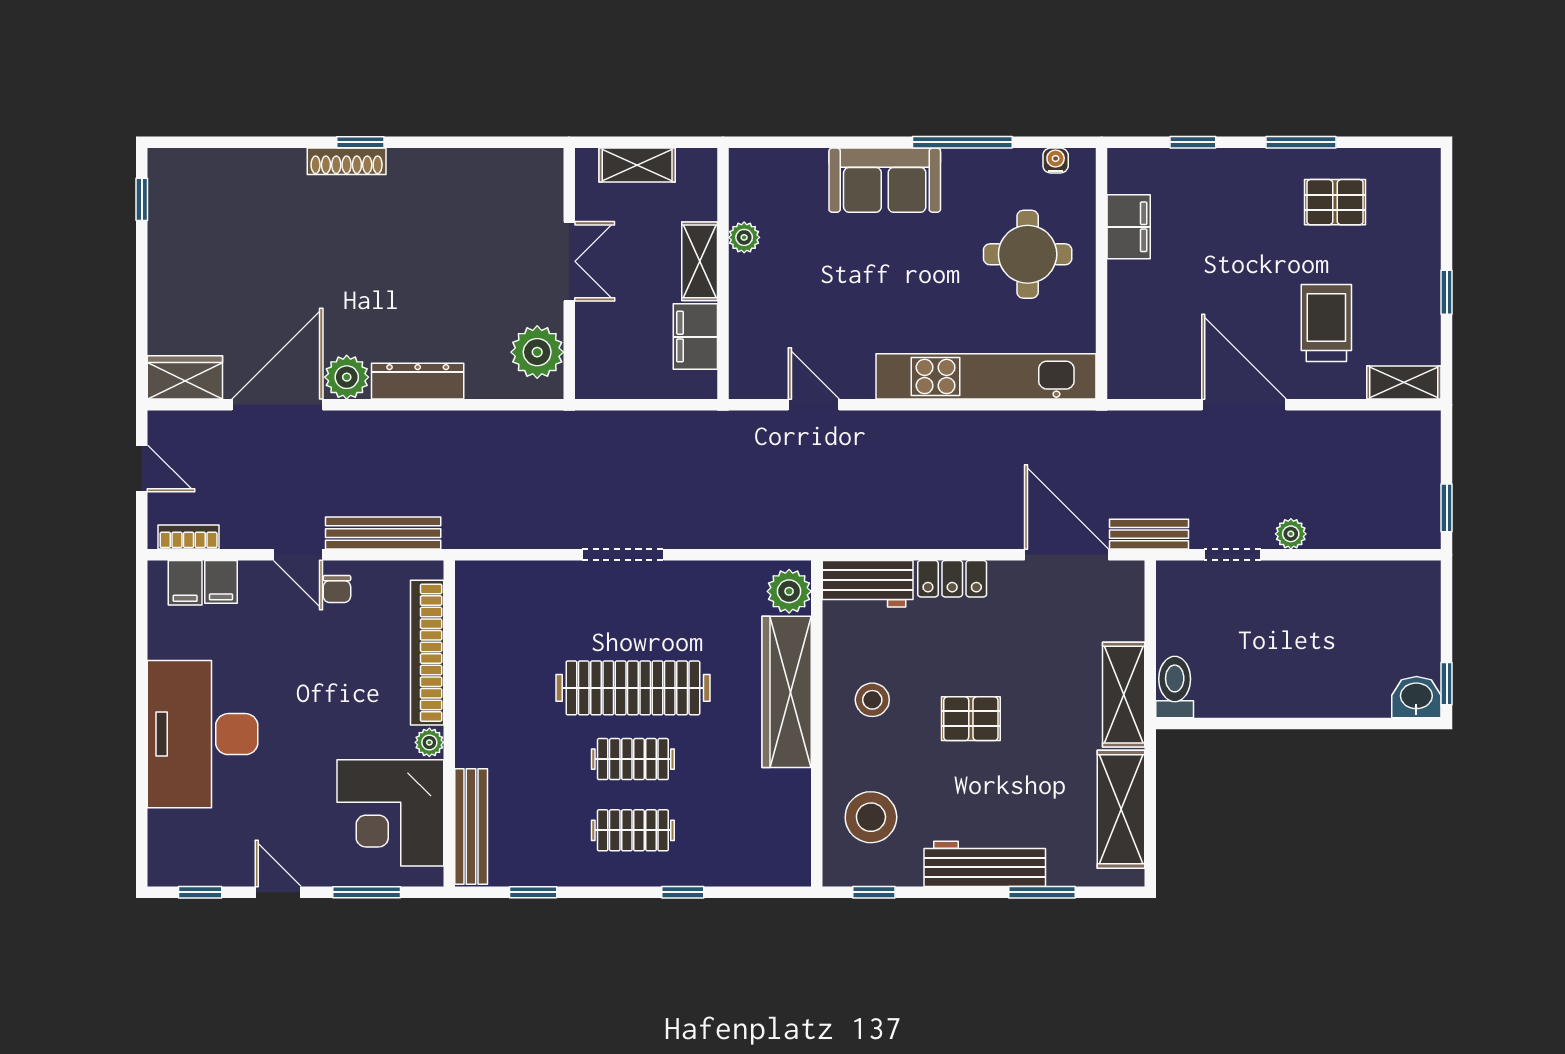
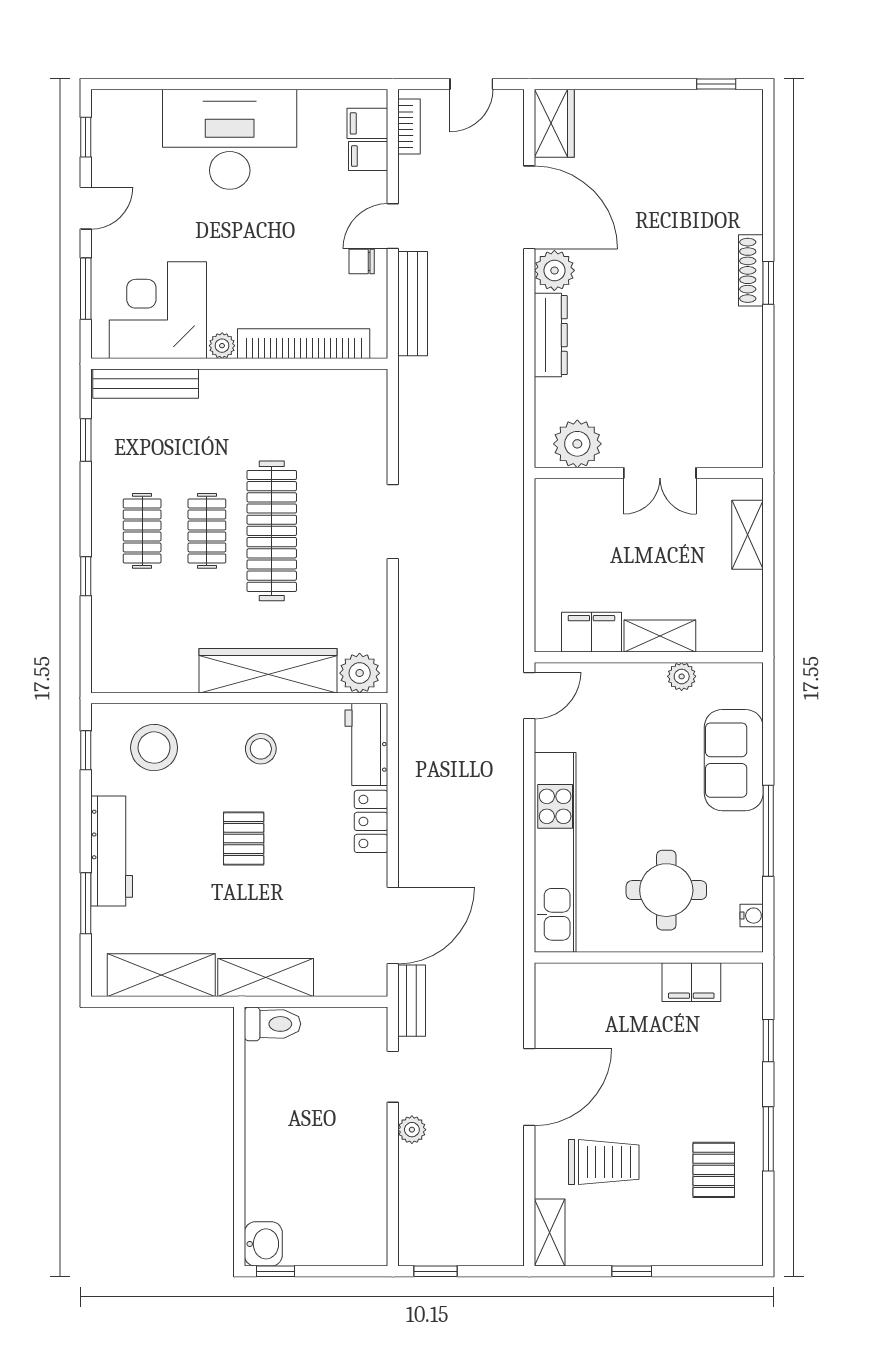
plant: (744, 237) -> (682, 676), moved
shelving: (700, 261) -> (660, 636), moved
wall: (723, 274) -> (649, 657), moved
filing cabinet: (695, 337) -> (591, 632), moved

